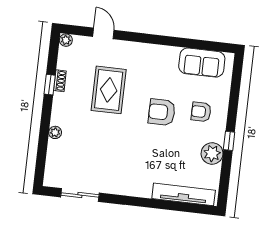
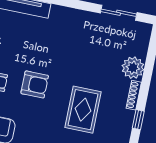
shoe rack: (60, 81) -> (134, 95), moved, width x1.43
plant: (55, 132) -> (133, 68), width x1.88, depth x1.88

